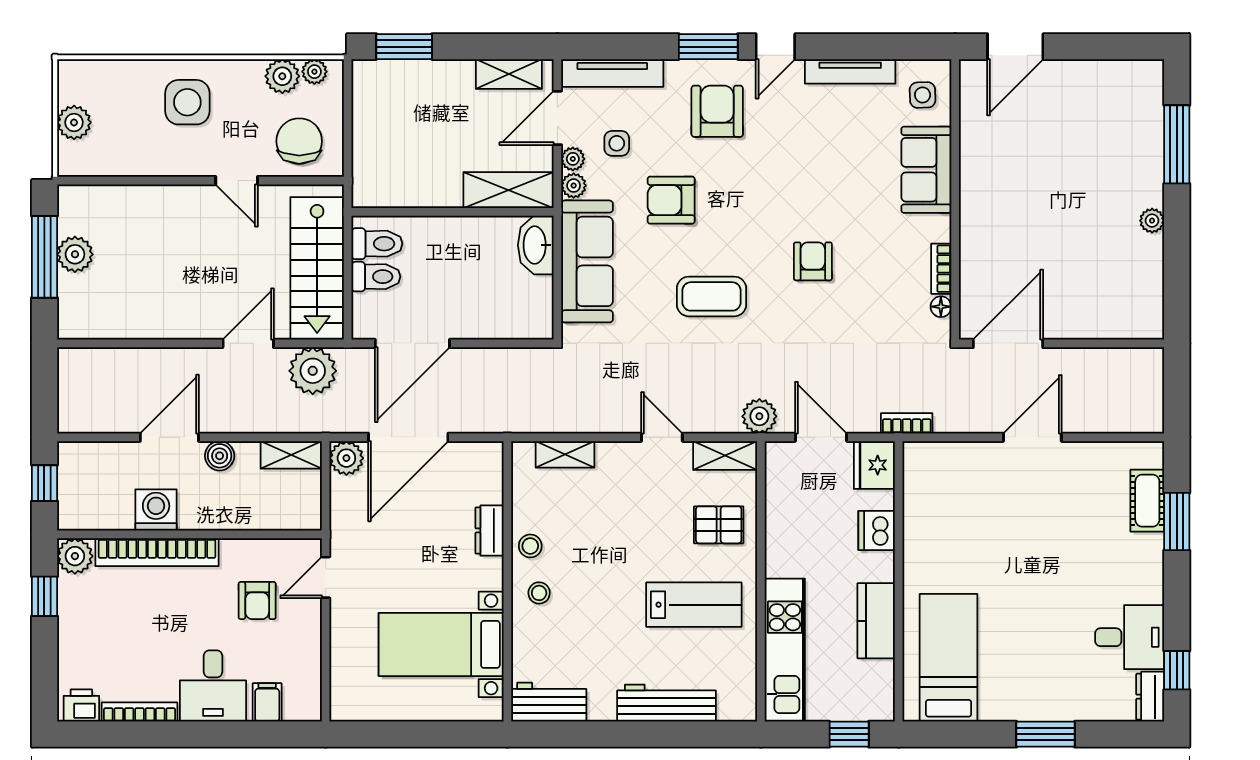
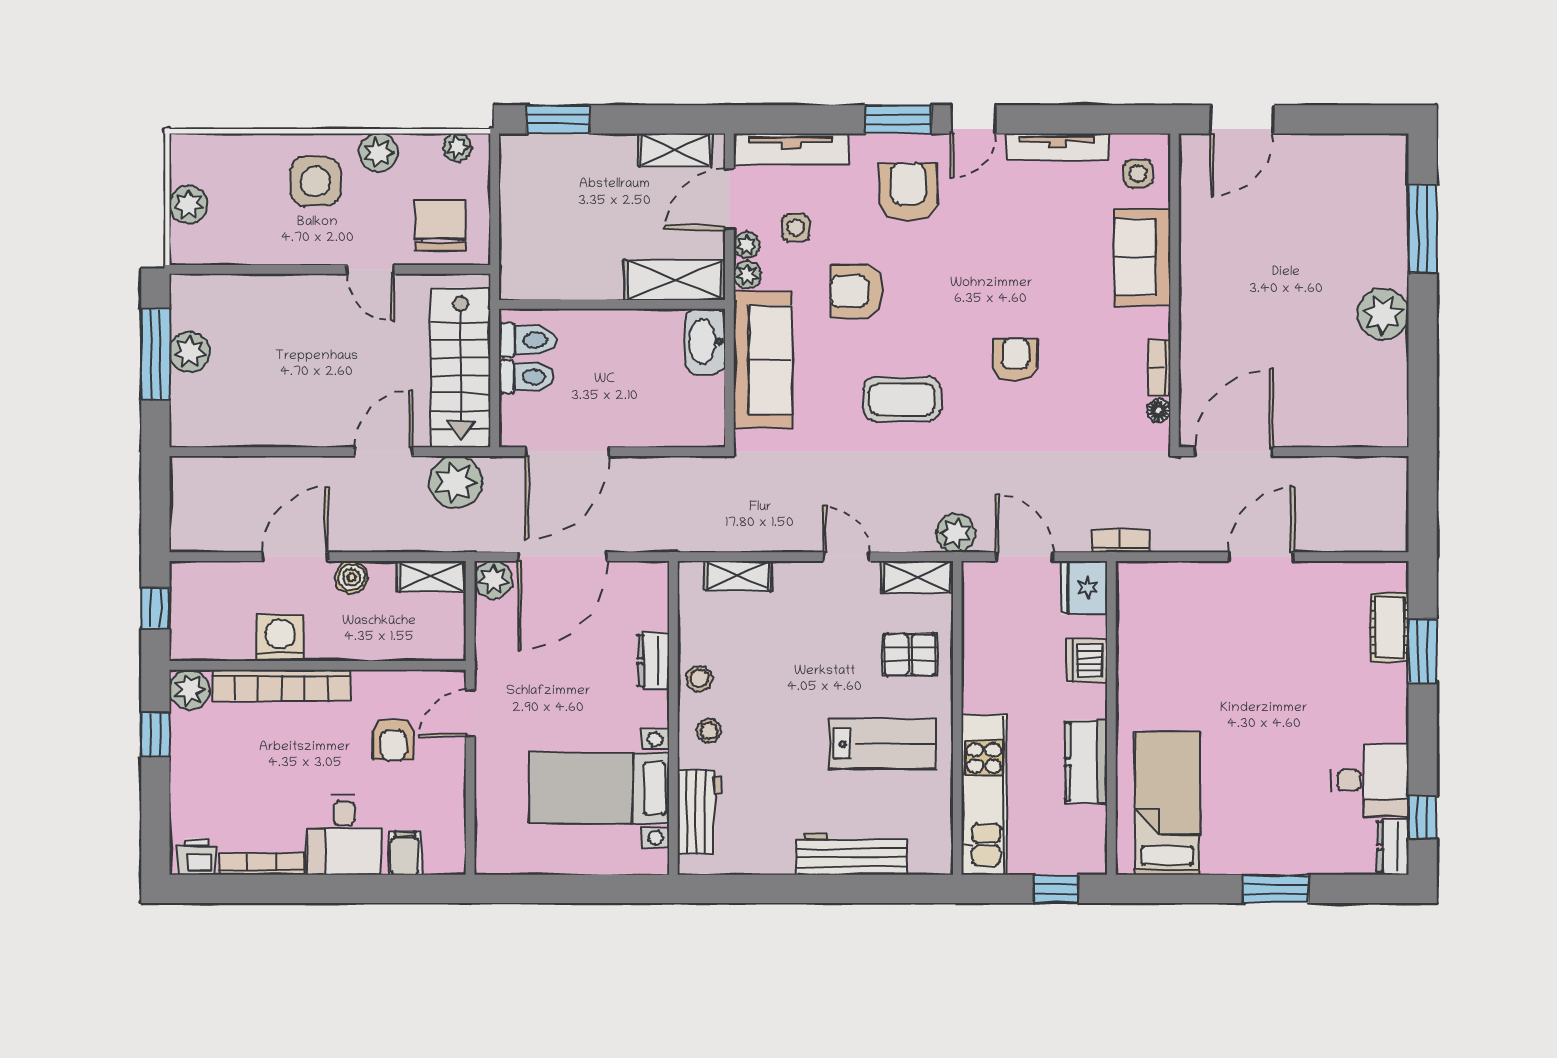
plant: (282, 76) -> (379, 153), moved
plant: (1152, 221) -> (1383, 314), width x1.87, depth x1.87
workbench: (549, 702) -> (699, 812), moved, turned 90

